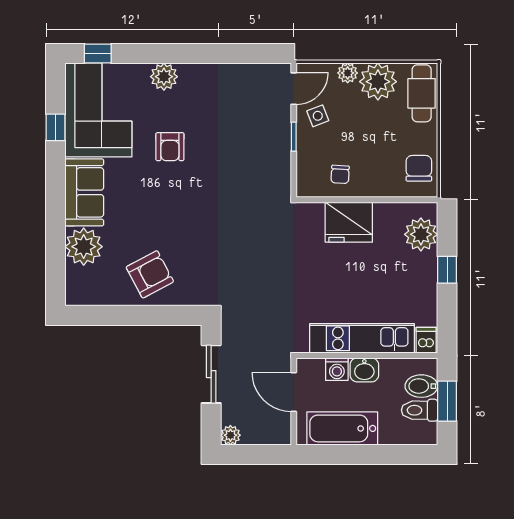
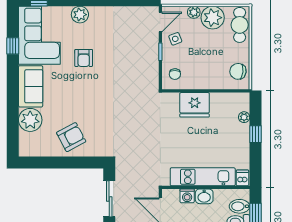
chair: (419, 168) -> (238, 71), turned -83
chair: (340, 174) -> (175, 74), moved
plant: (421, 234) -> (244, 117), width x0.53, depth x0.53

